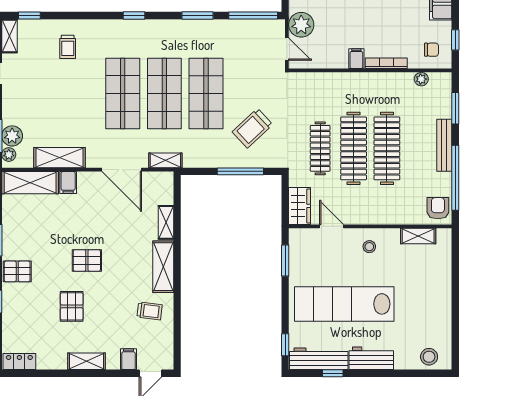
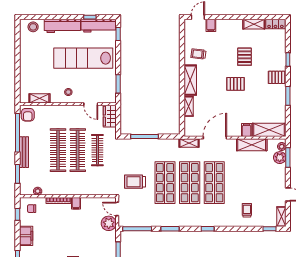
trolley: (252, 128) -> (135, 182), moved, turned -137
door: (122, 170) -> (215, 138), hinge flipped
lab bench: (344, 304) -> (83, 58), turned 180
workbench: (371, 358) -> (62, 26), width x1.38
shelving: (86, 361) -> (254, 24), moved

